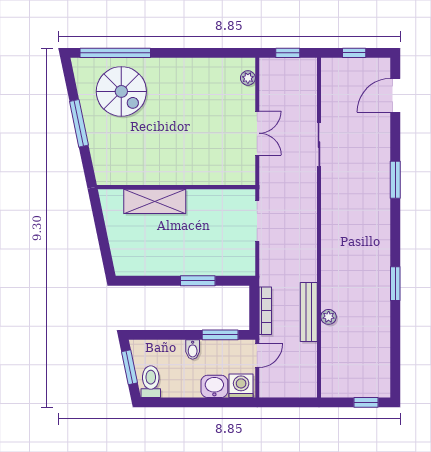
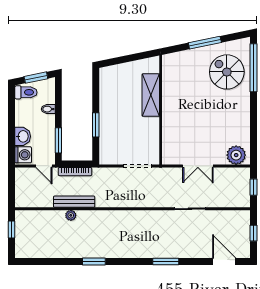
plant: (248, 78) -> (236, 155), width x1.88, depth x1.88
spiral stairs: (121, 91) -> (227, 72), turned 90
bidet: (193, 350) -> (48, 109), moved
window: (366, 402) -> (12, 229), moved

